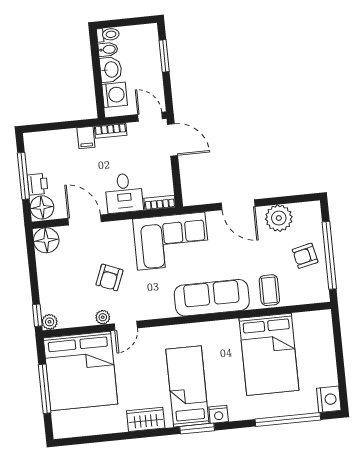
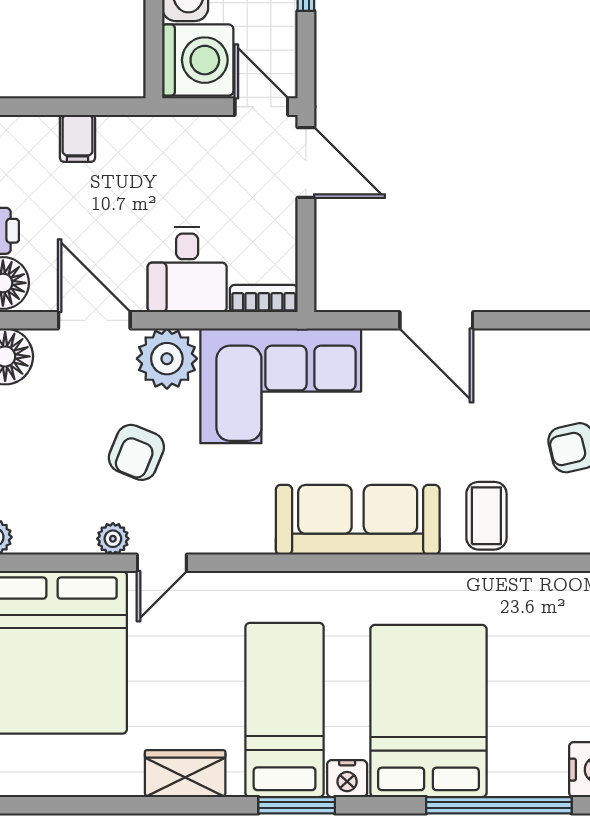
washing machine: (115, 95) -> (198, 60), width x1.37, depth x1.37
bookcase: (111, 131) -> (171, 129), removed
filing cabinet: (86, 137) -> (78, 138), moved
plant: (279, 218) -> (167, 359), moved
bed: (269, 354) -> (429, 711), moved, turned 180

